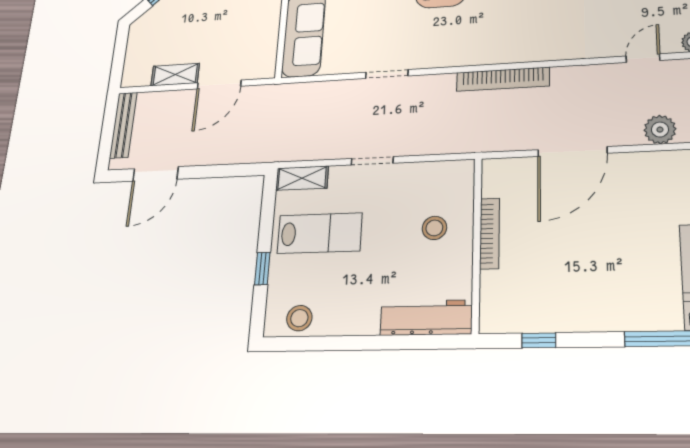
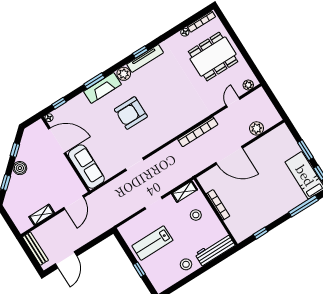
bookcase: (503, 79) -> (198, 132), moved
door: (219, 84) -> (74, 203), moved
door: (572, 151) -> (229, 155), hinge flipped
shelving: (302, 178) -> (184, 192), moved
lab bench: (320, 233) -> (152, 243), turned 180
stool: (299, 318) -> (186, 264), moved

